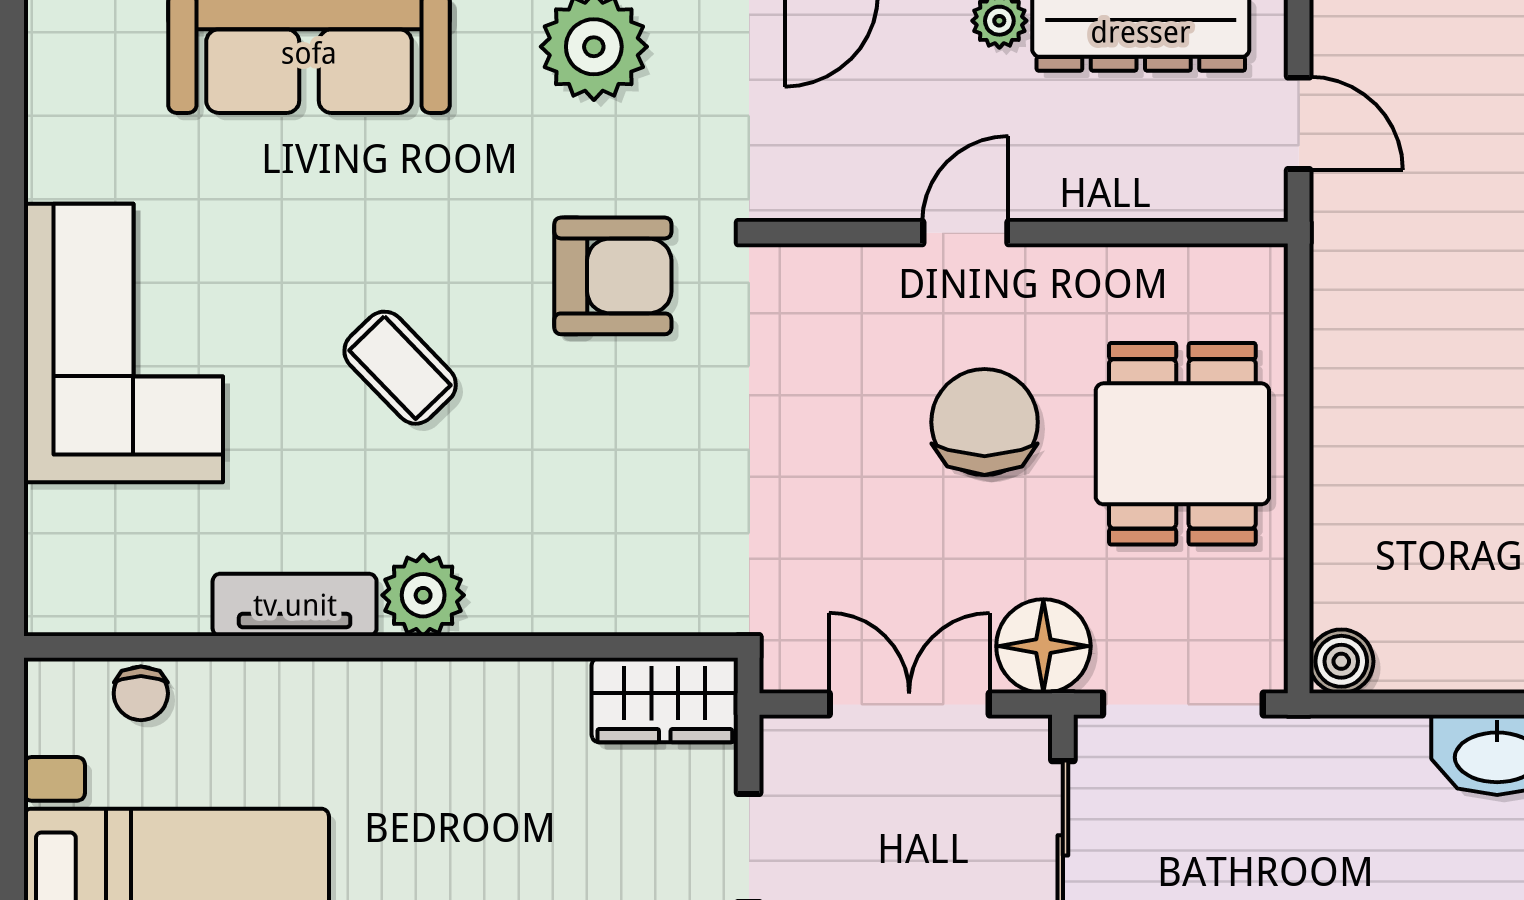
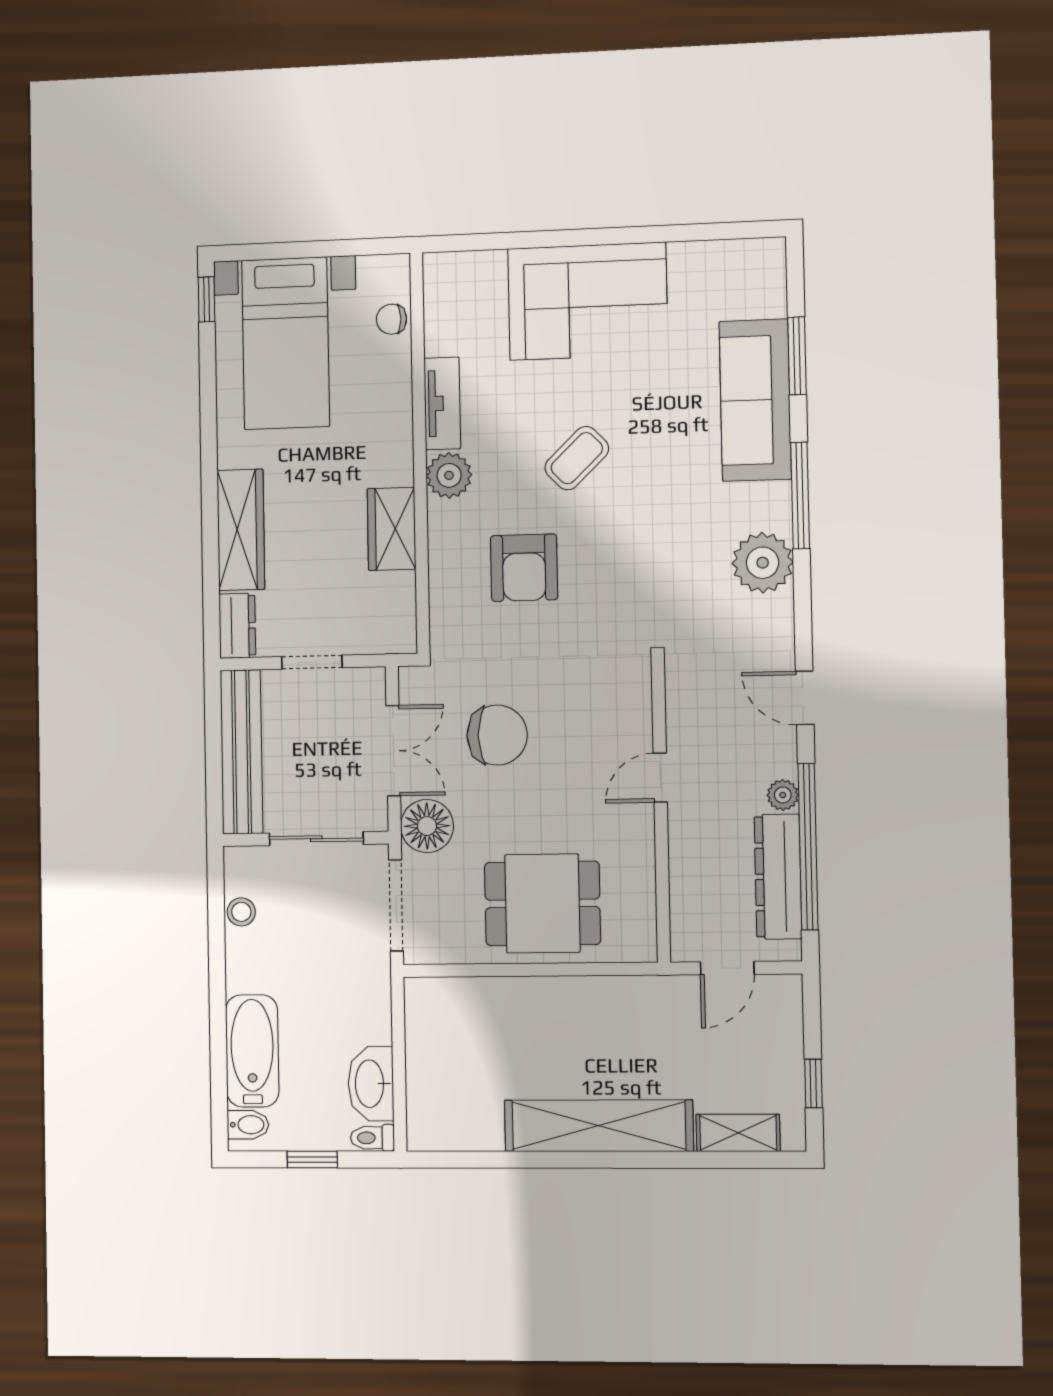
door: (965, 233) -> (660, 778), swing flipped
armchair: (613, 276) -> (524, 568), moved
chair: (985, 422) -> (497, 735), moved
boiler: (1341, 661) -> (422, 995), removed
wardrobe: (665, 700) -> (392, 529), moved

